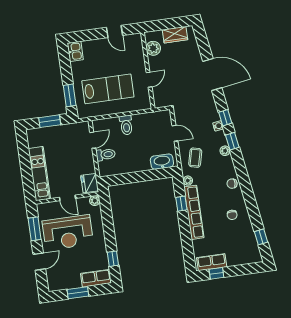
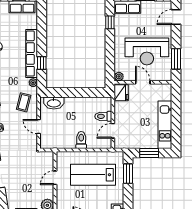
kitchen unit: (39, 174) -> (165, 125), moved
reception desk: (68, 232) -> (147, 51), turned 180
door: (39, 262) -> (176, 17), moved

